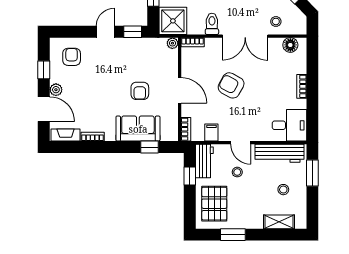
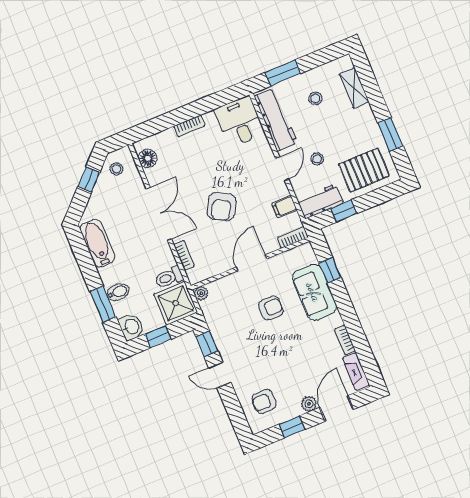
stool: (276, 21) -> (116, 169), moved
toilet: (212, 24) -> (169, 277), moved
bookcase: (193, 42) -> (184, 255), moved

